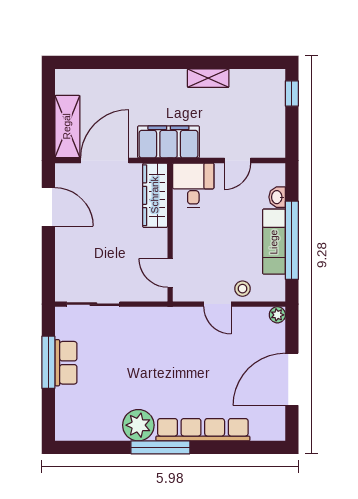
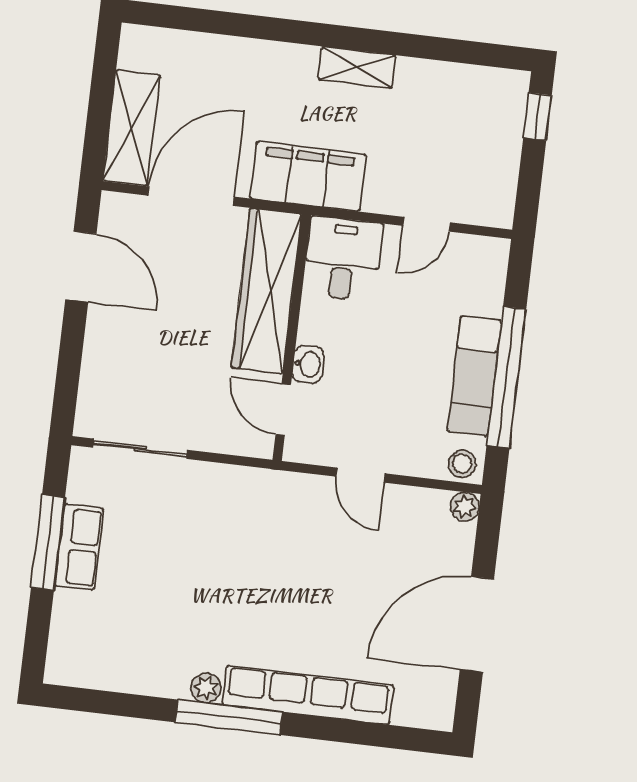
shelving: (208, 78) -> (357, 67), moved
wardrobe: (155, 195) -> (266, 291), width x1.40, depth x1.17
washbasin: (277, 197) -> (308, 364), moved, turned 180
stool: (242, 289) -> (462, 464), moved
plant: (138, 425) -> (206, 688), width x0.53, depth x0.53

